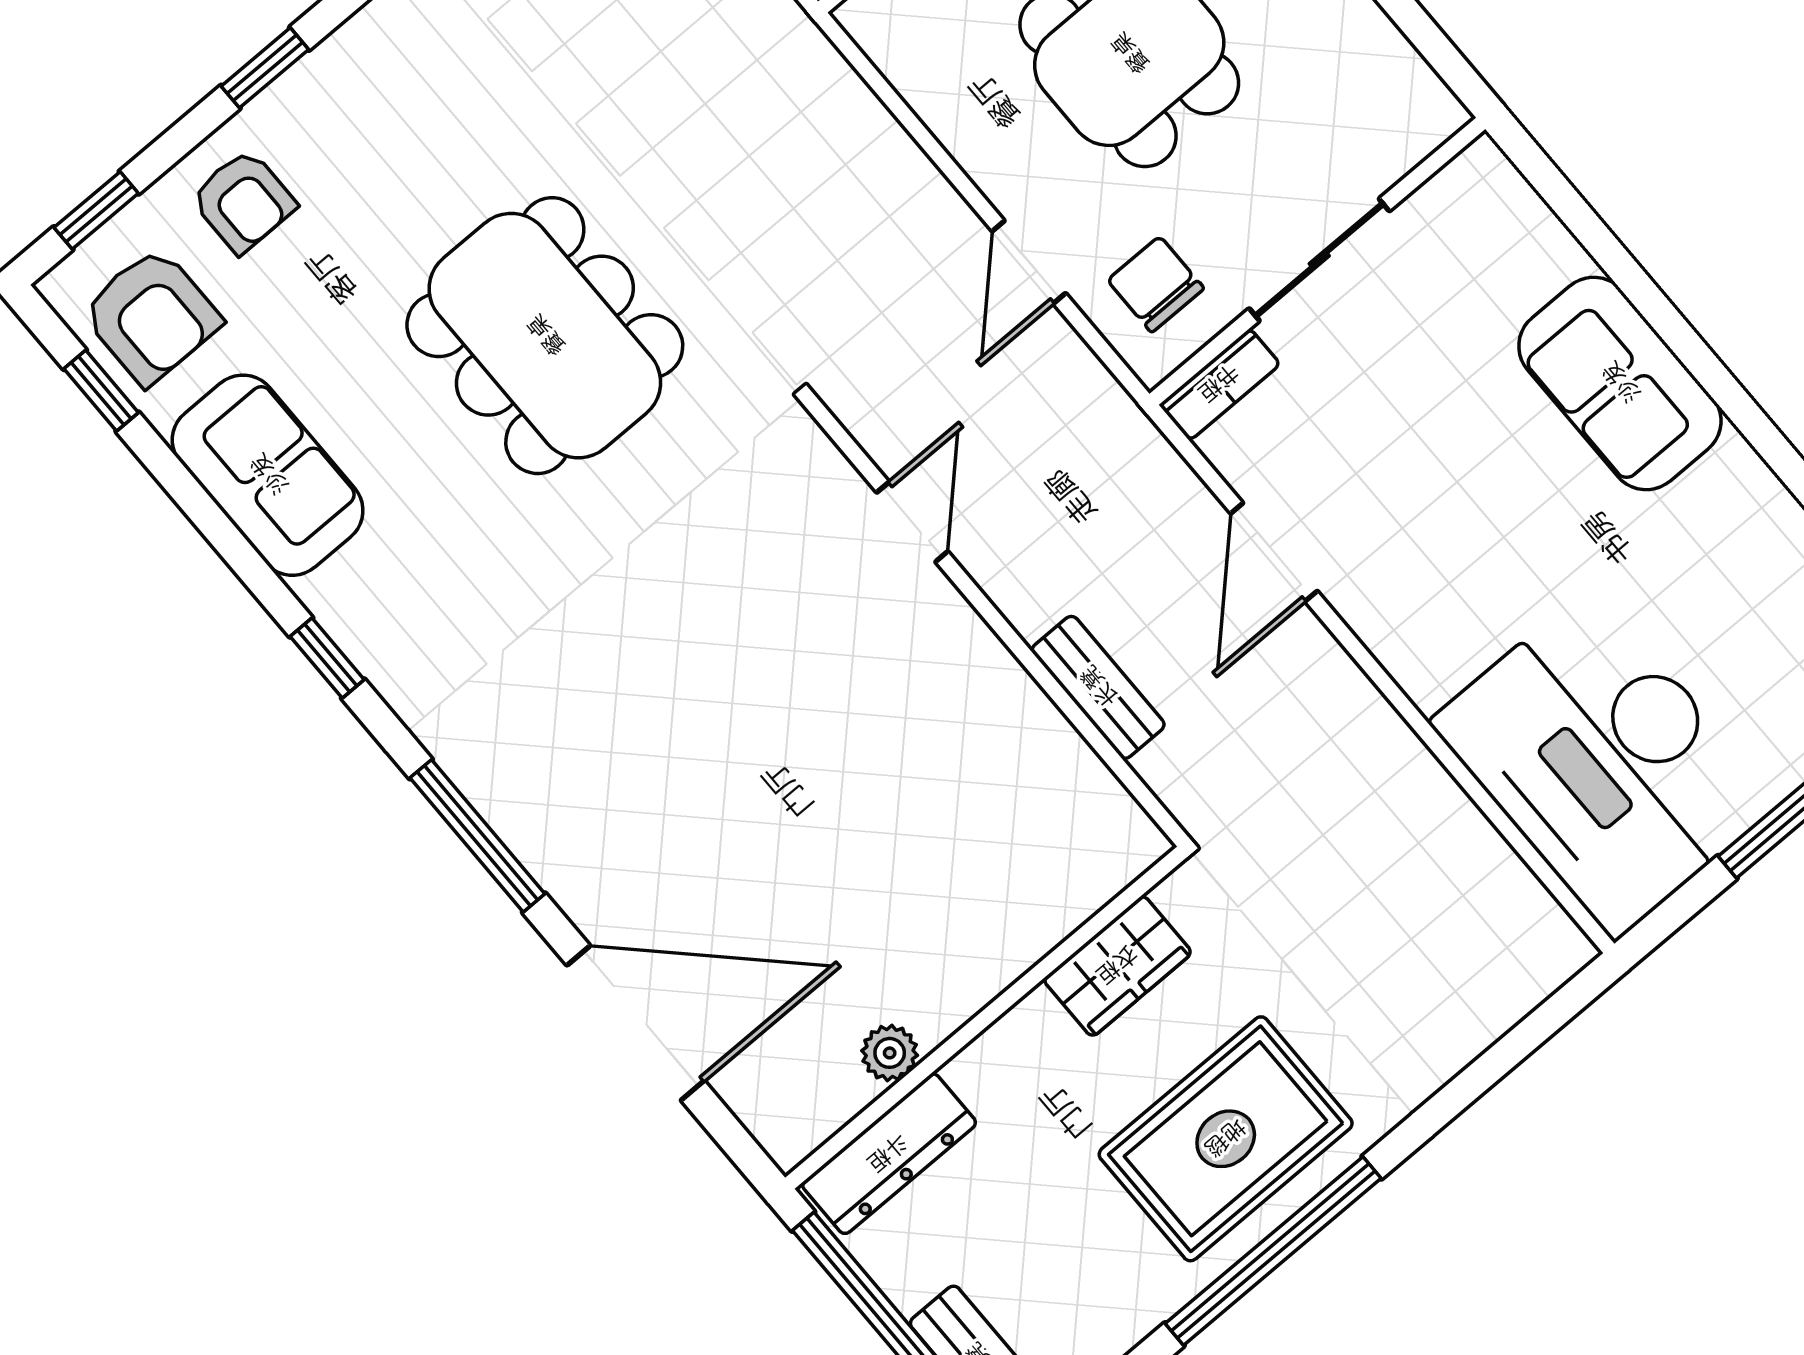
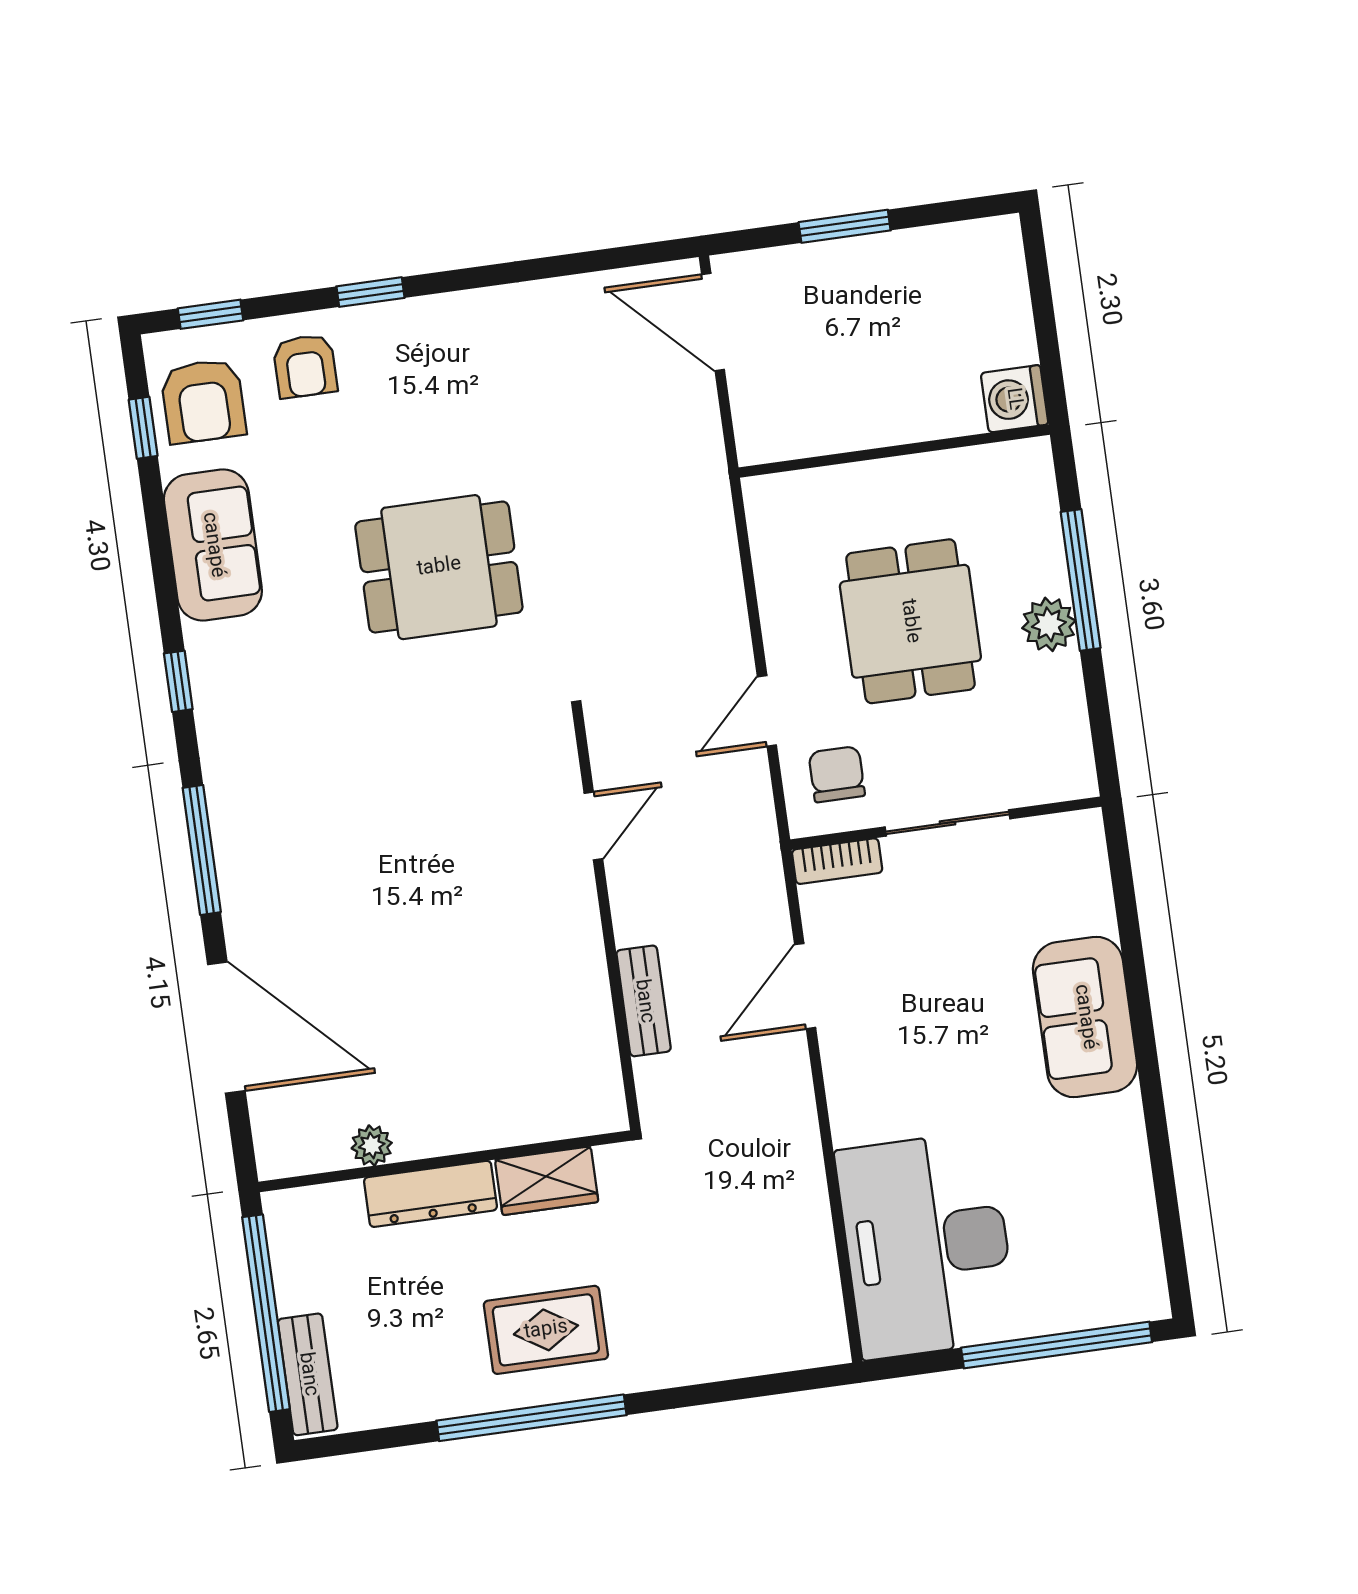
dining table: (545, 336) -> (439, 567), width x0.73
rug: (1226, 1139) -> (546, 1330), width x0.73, depth x0.70
dresser: (889, 1154) -> (430, 1194), moved

